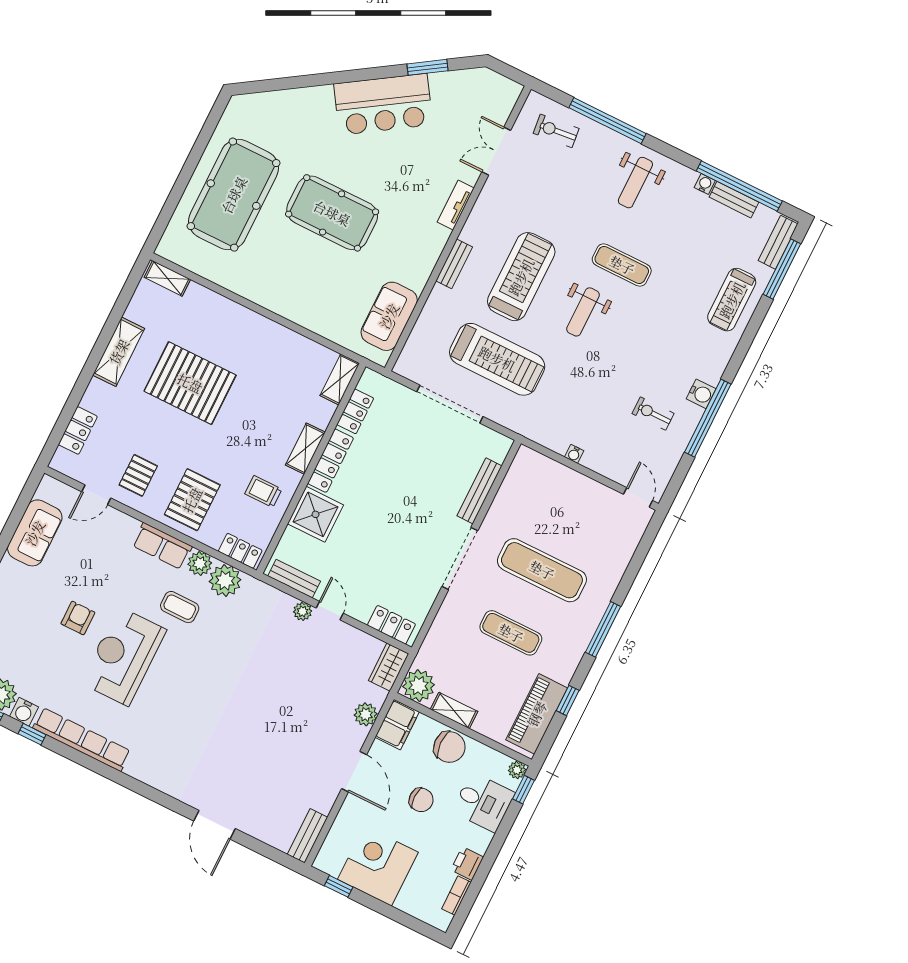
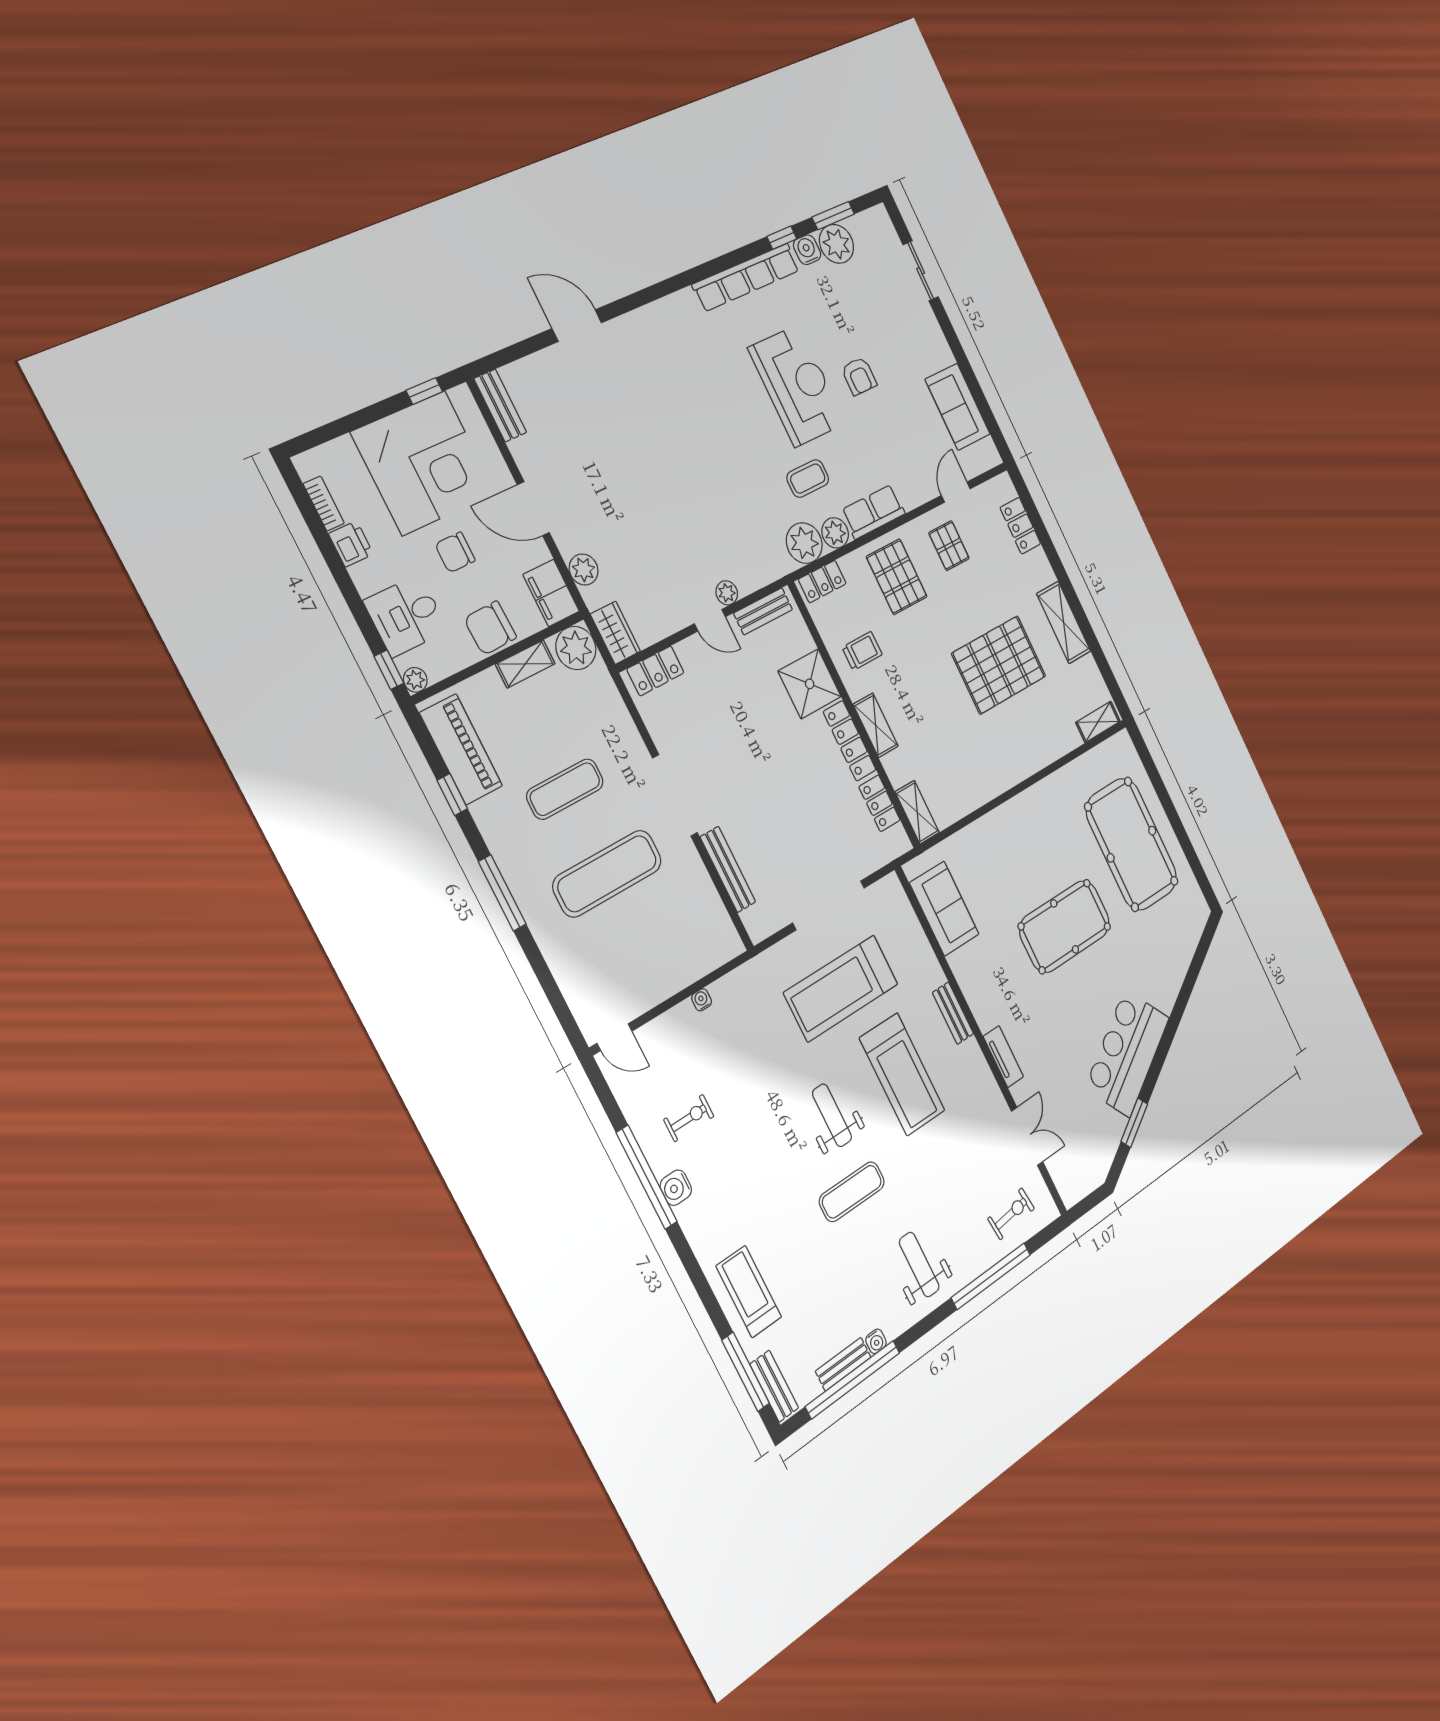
corner desk: (378, 866) -> (424, 463), width x1.36, depth x1.36

